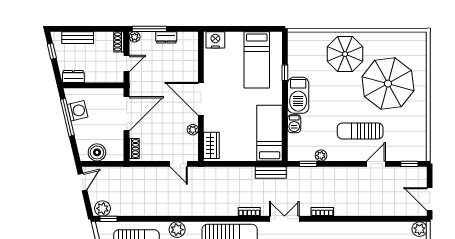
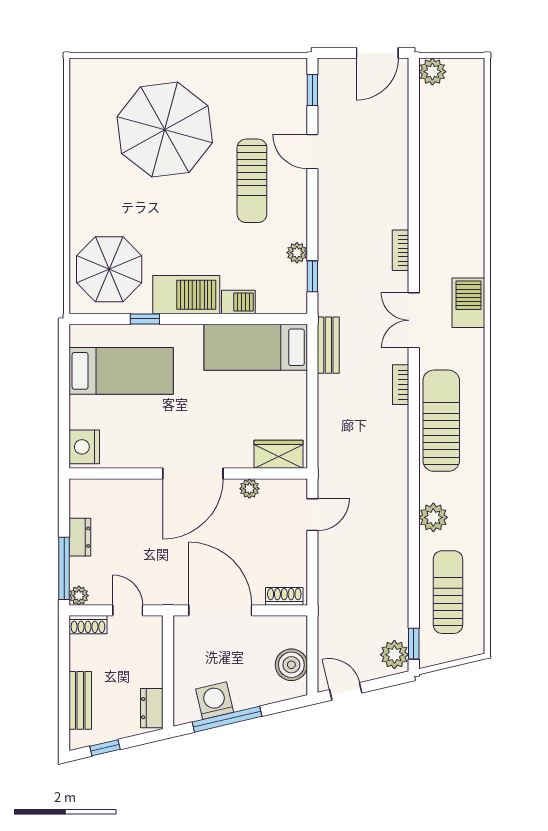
parasol: (345, 54) -> (109, 269), moved

